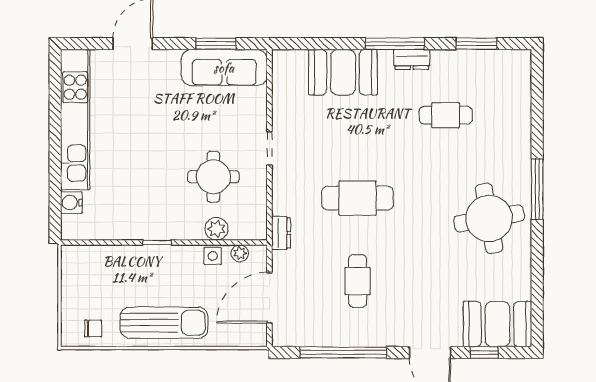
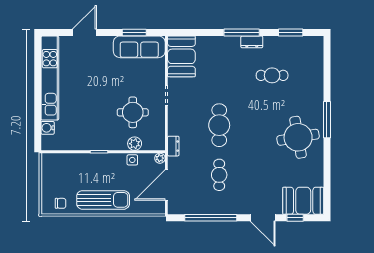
booth: (343, 72) -> (181, 56), moved, turned 90
cafe table: (358, 198) -> (219, 125), turned 90
plant: (240, 253) -> (160, 158), moved

